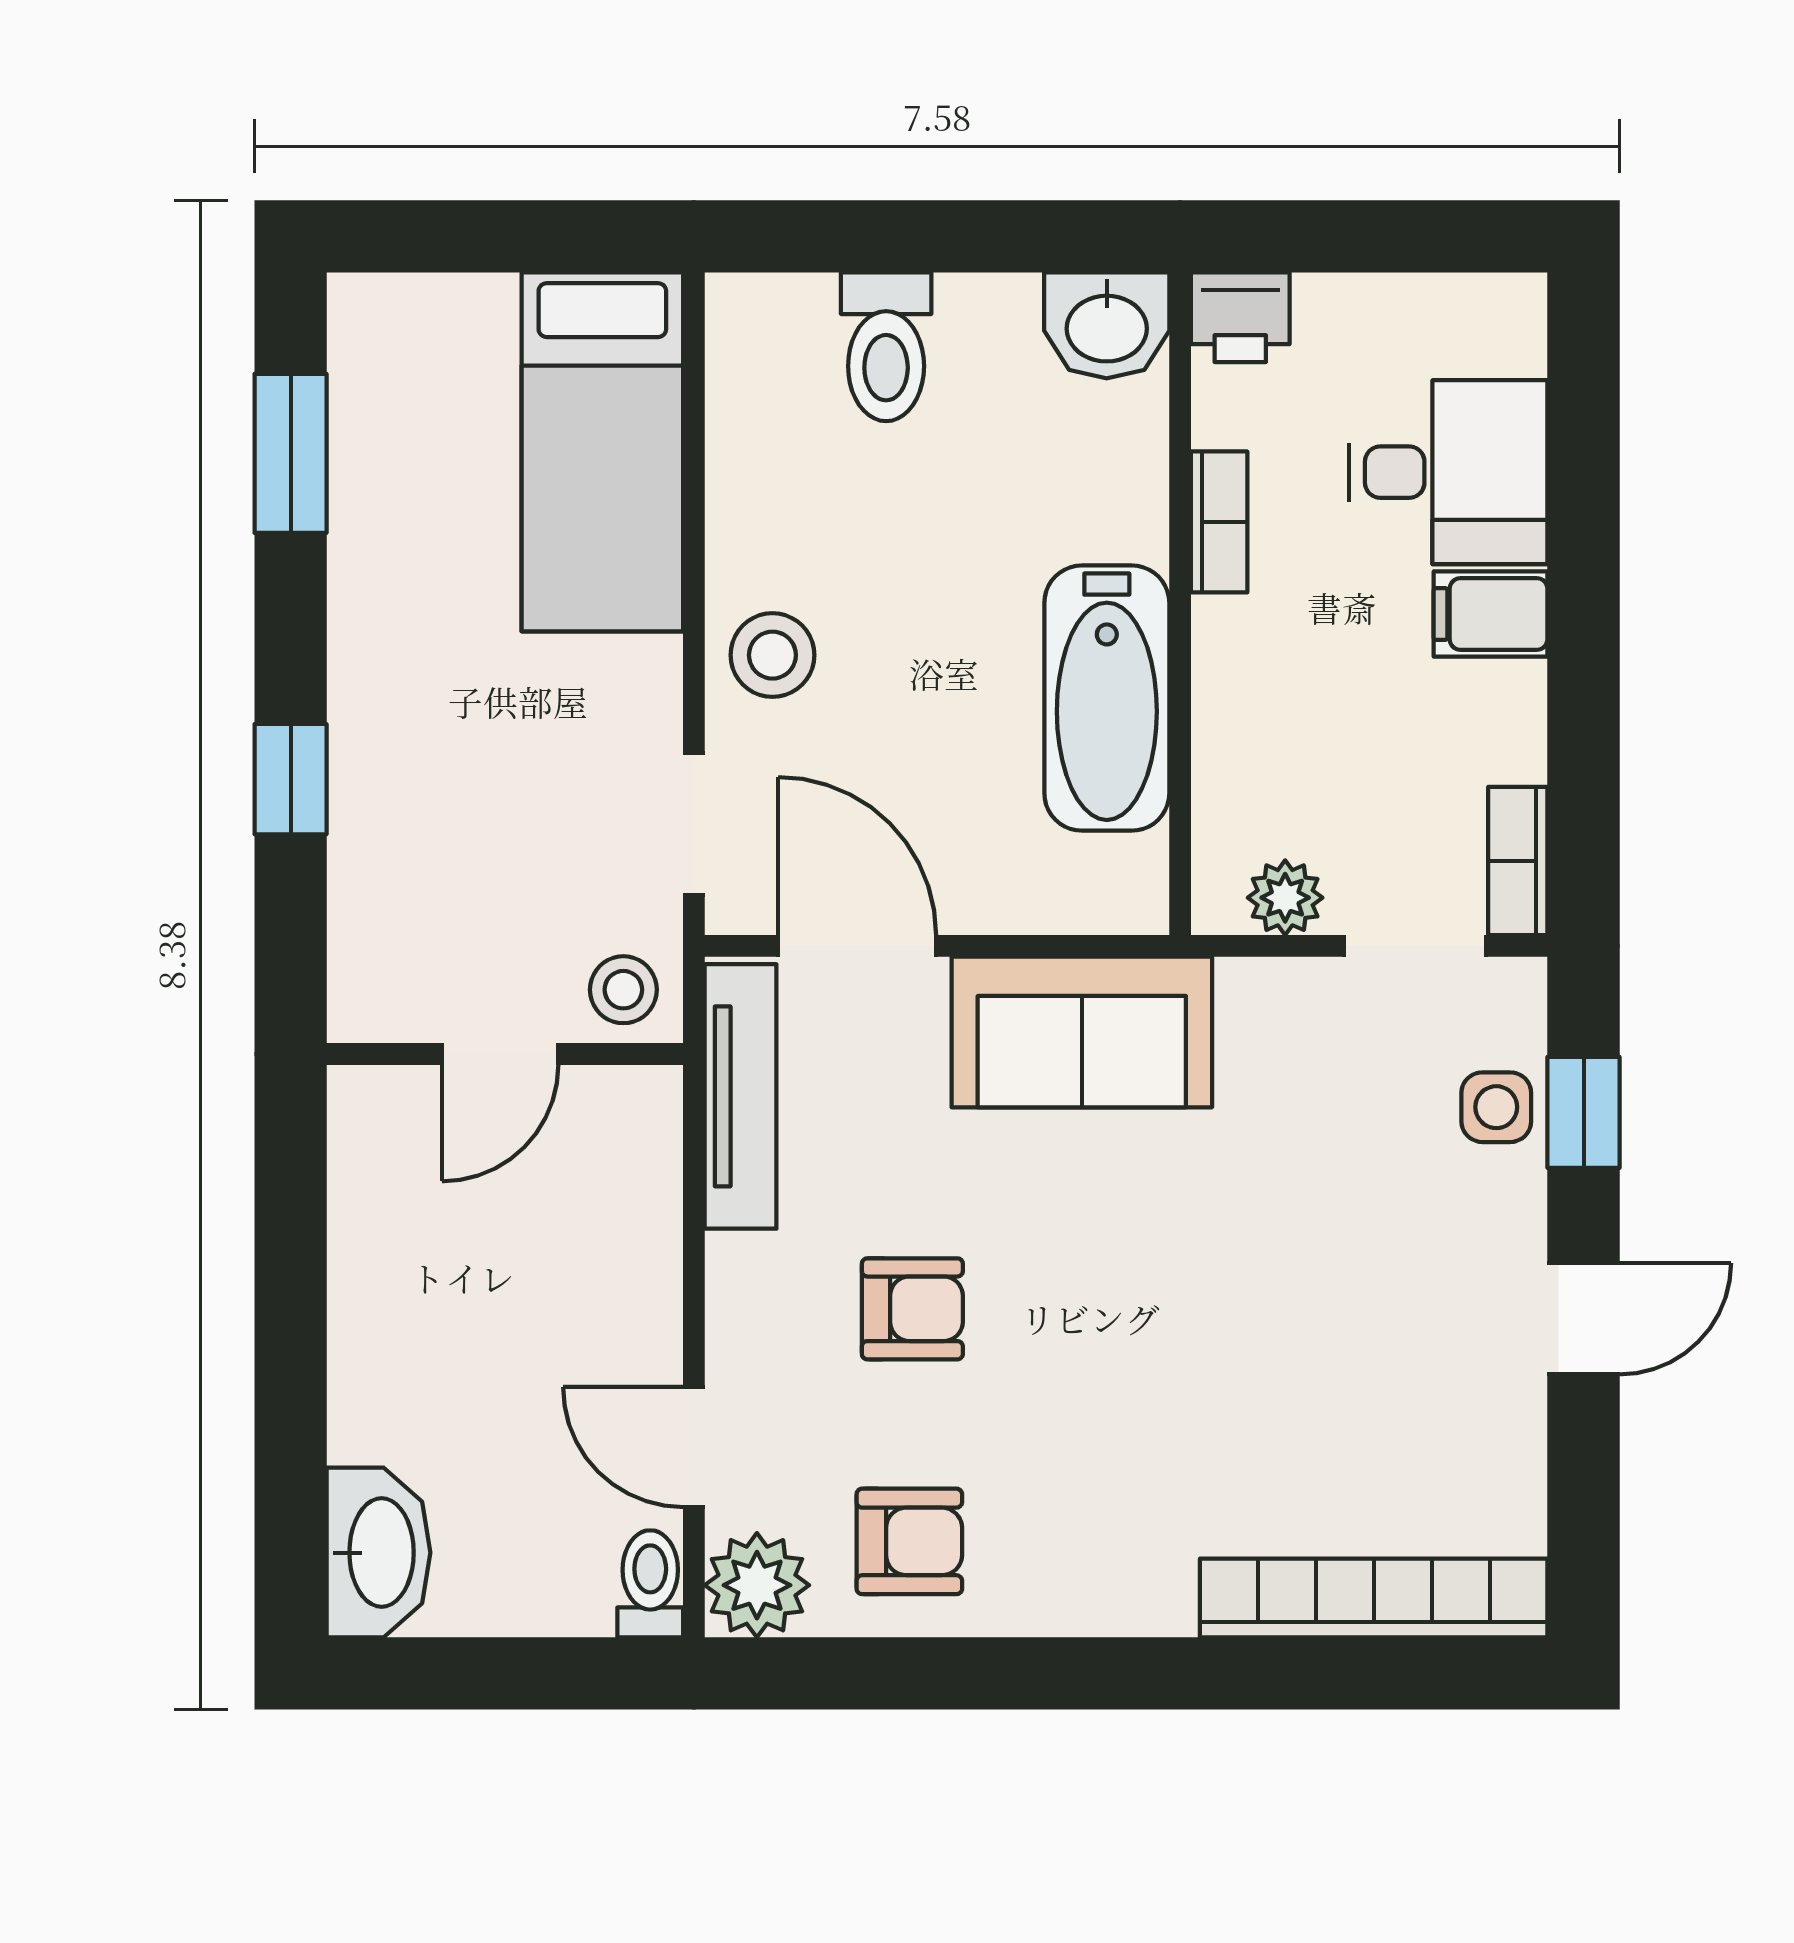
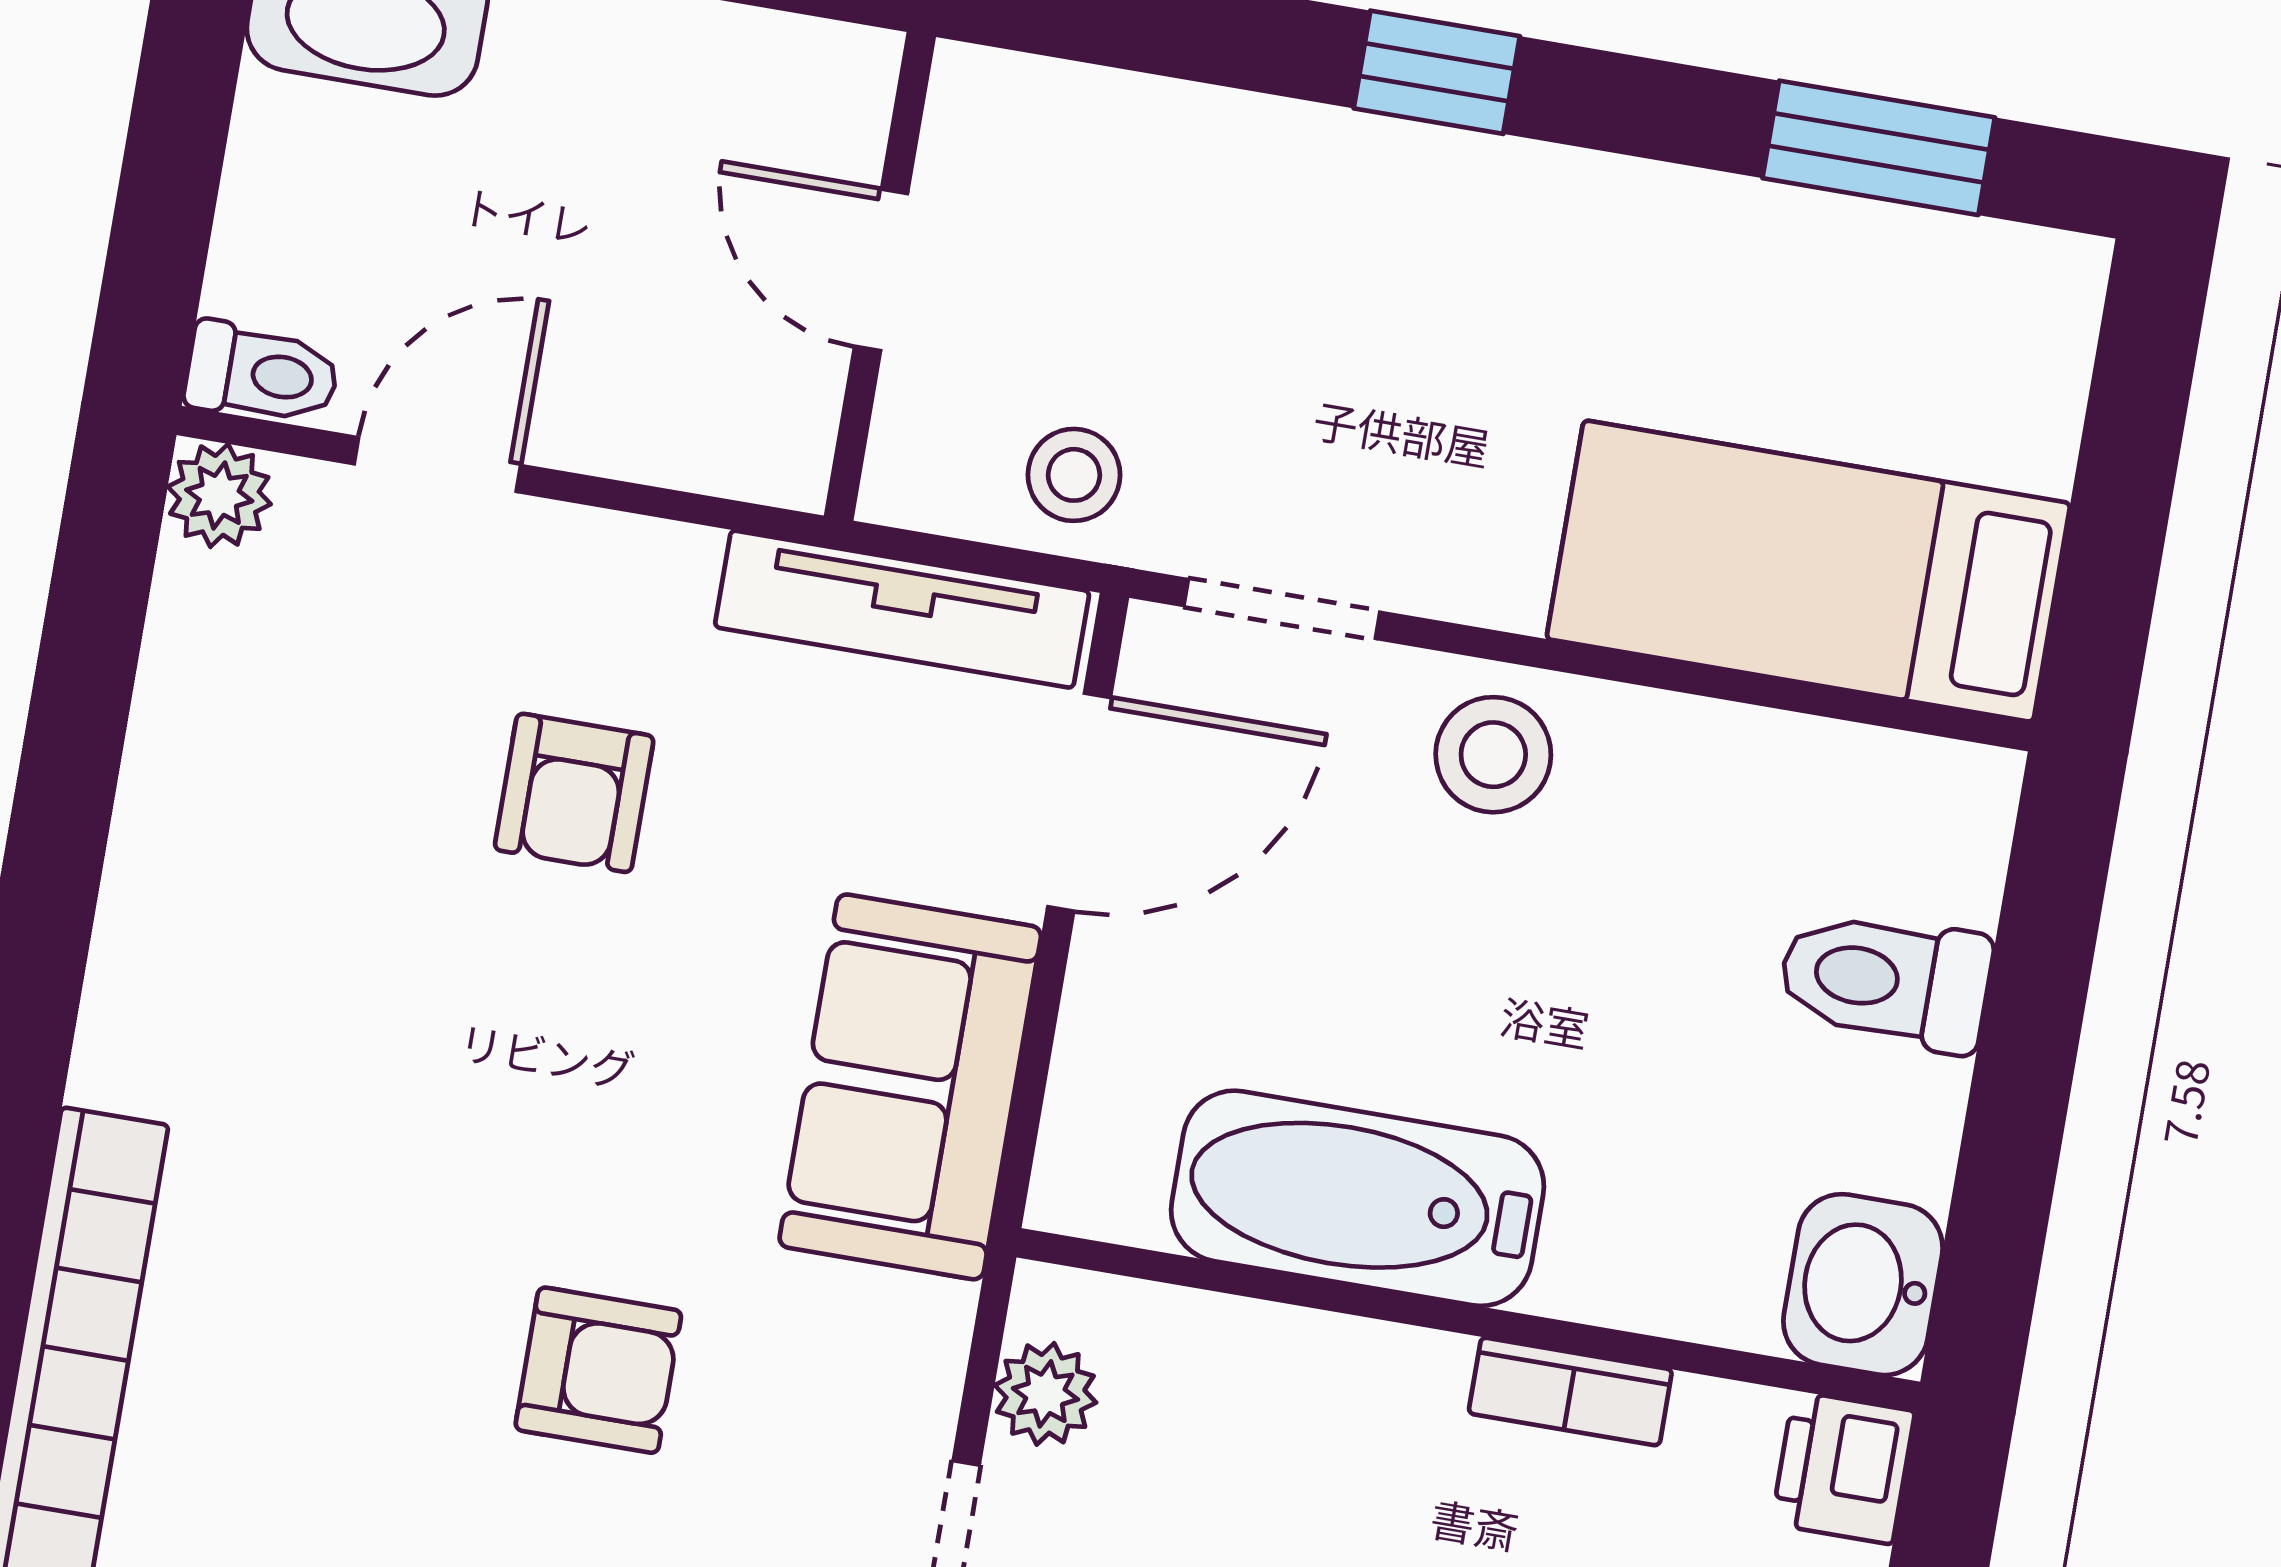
door: (500, 1054) -> (881, 270), moved
wall: (505, 1054) -> (880, 276), moved
armchair: (909, 1541) -> (598, 1370), moved, turned -90
plant: (757, 1585) -> (219, 495), width x0.73, depth x0.73

